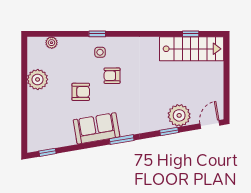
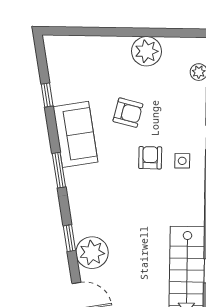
side table: (100, 52) -> (182, 161), moved
armchair: (81, 92) -> (128, 113), turned -76
window: (47, 152) -> (47, 95), moved

